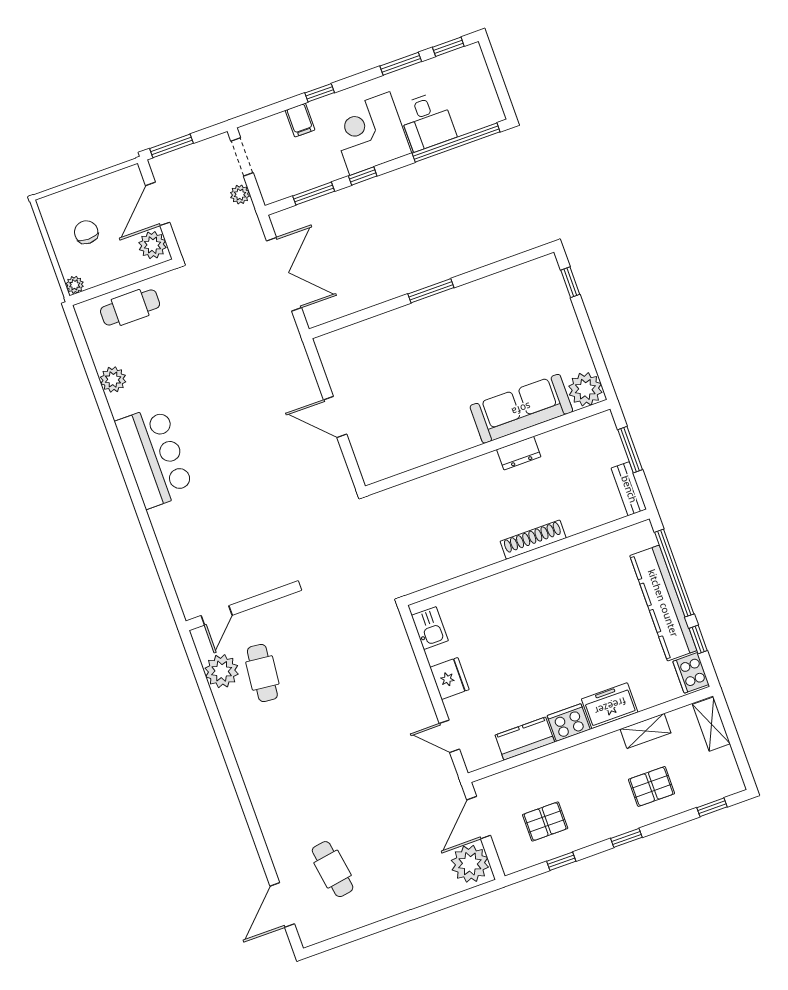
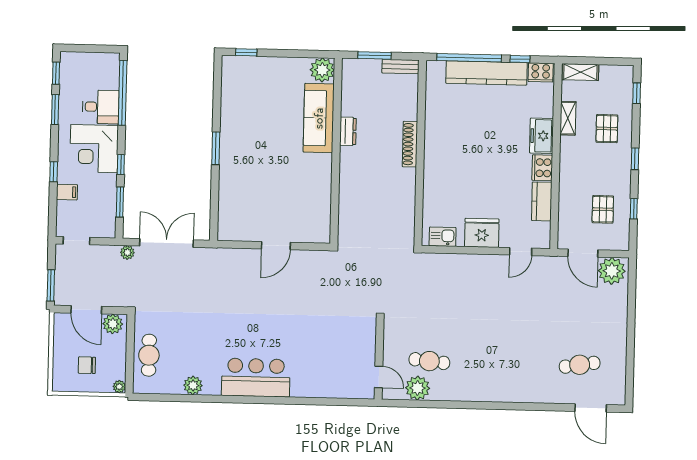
plant: (240, 194) -> (127, 252), moved
fridge: (450, 678) -> (482, 233), width x1.36, depth x1.34

